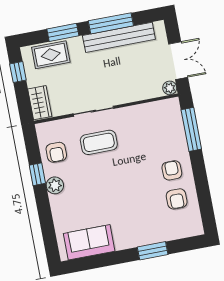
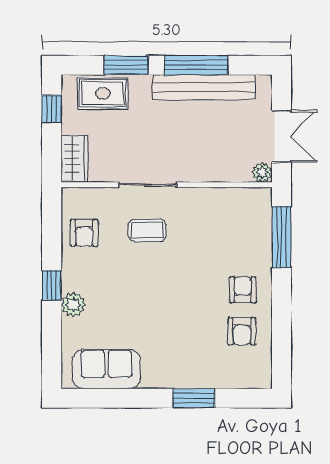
coffee table: (99, 142) -> (147, 230), width x0.73, depth x0.77
window: (37, 174) -> (52, 285), moved
plant: (55, 185) -> (73, 305), moved

